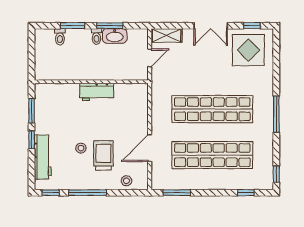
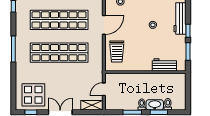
washbasin: (115, 36) -> (155, 105), moved
workbench: (97, 92) -> (164, 65), moved
trolley: (103, 155) -> (117, 52), moved

